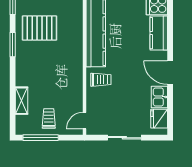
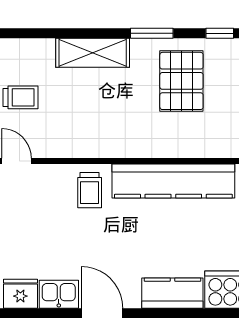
door: (170, 73) -> (102, 313), hinge flipped
shelving: (22, 101) -> (93, 53), moved, width x1.50, depth x1.33

